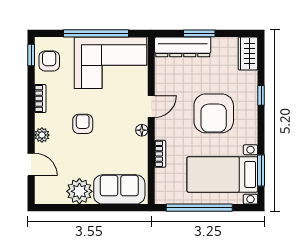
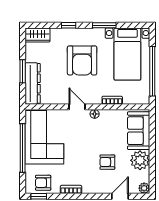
armchair: (214, 113) -> (82, 60), turned 90
armchair: (83, 124) -> (107, 162), moved
plant: (42, 135) -> (144, 188), moved
window: (261, 171) -> (104, 25), moved

